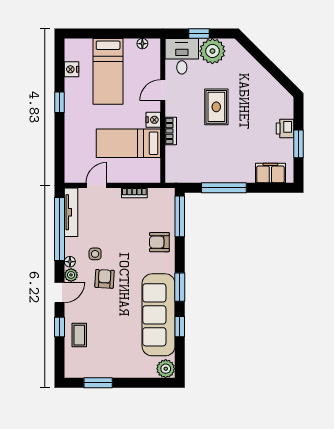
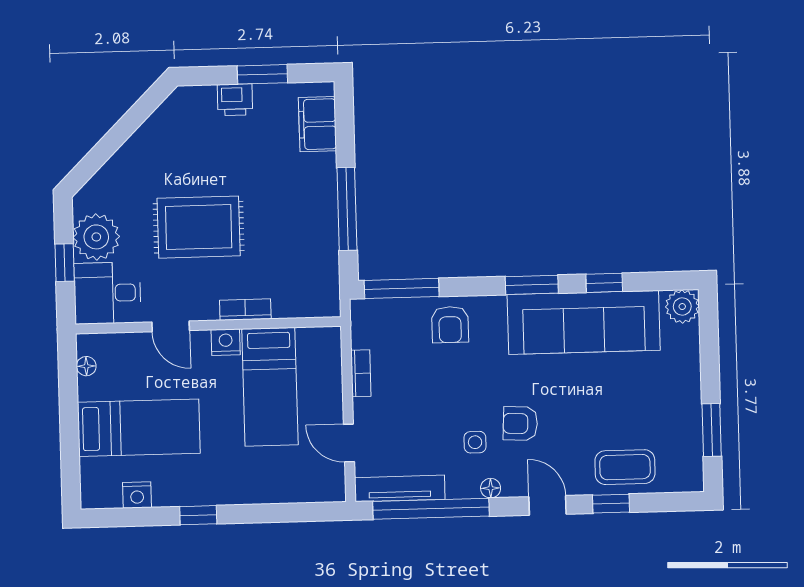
rug: (216, 107) -> (199, 227), width x1.36, depth x1.43
plant: (71, 275) -> (515, 485), removed
coffee table: (79, 335) -> (625, 467), width x1.36, depth x1.30

